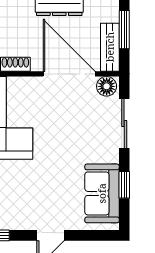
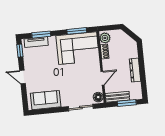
door: (69, 74) -> (102, 78), width x0.53
window: (124, 185) -> (51, 111), removed

